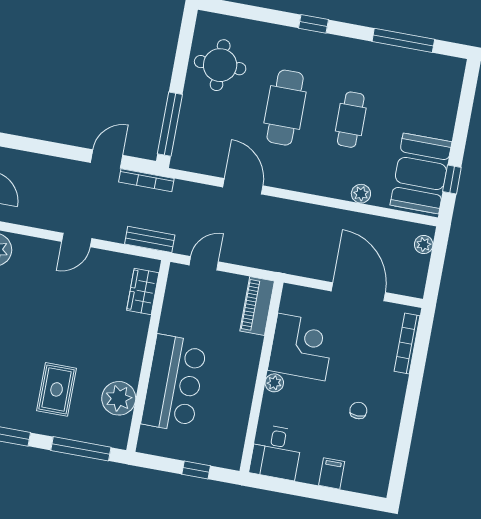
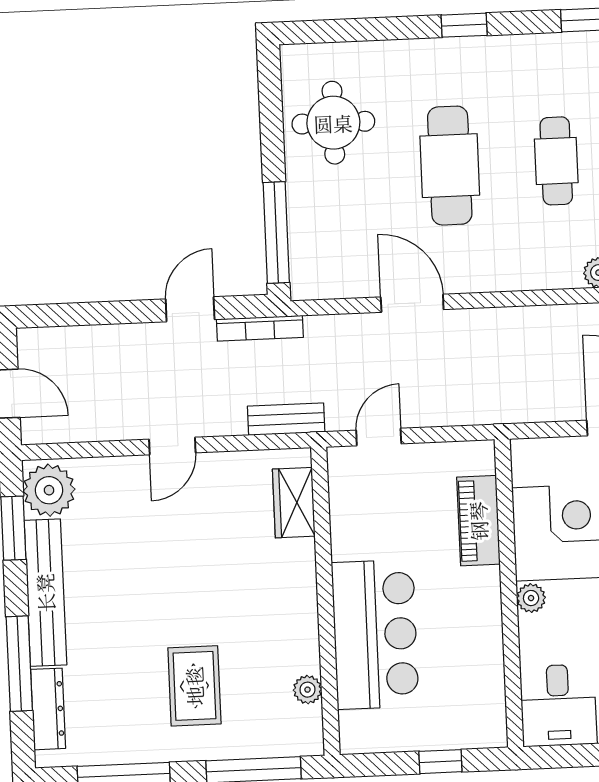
piano: (257, 306) -> (478, 521), moved
plant: (119, 398) -> (307, 690), width x0.53, depth x0.53

